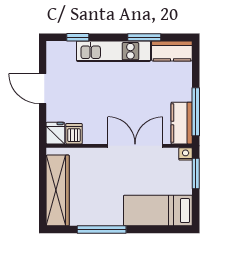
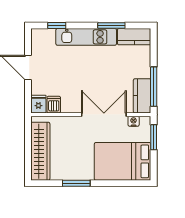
nightstand: (186, 154) -> (134, 121), moved
bed: (158, 211) -> (123, 161), width x1.50
window: (102, 230) -> (76, 183), width x0.69

